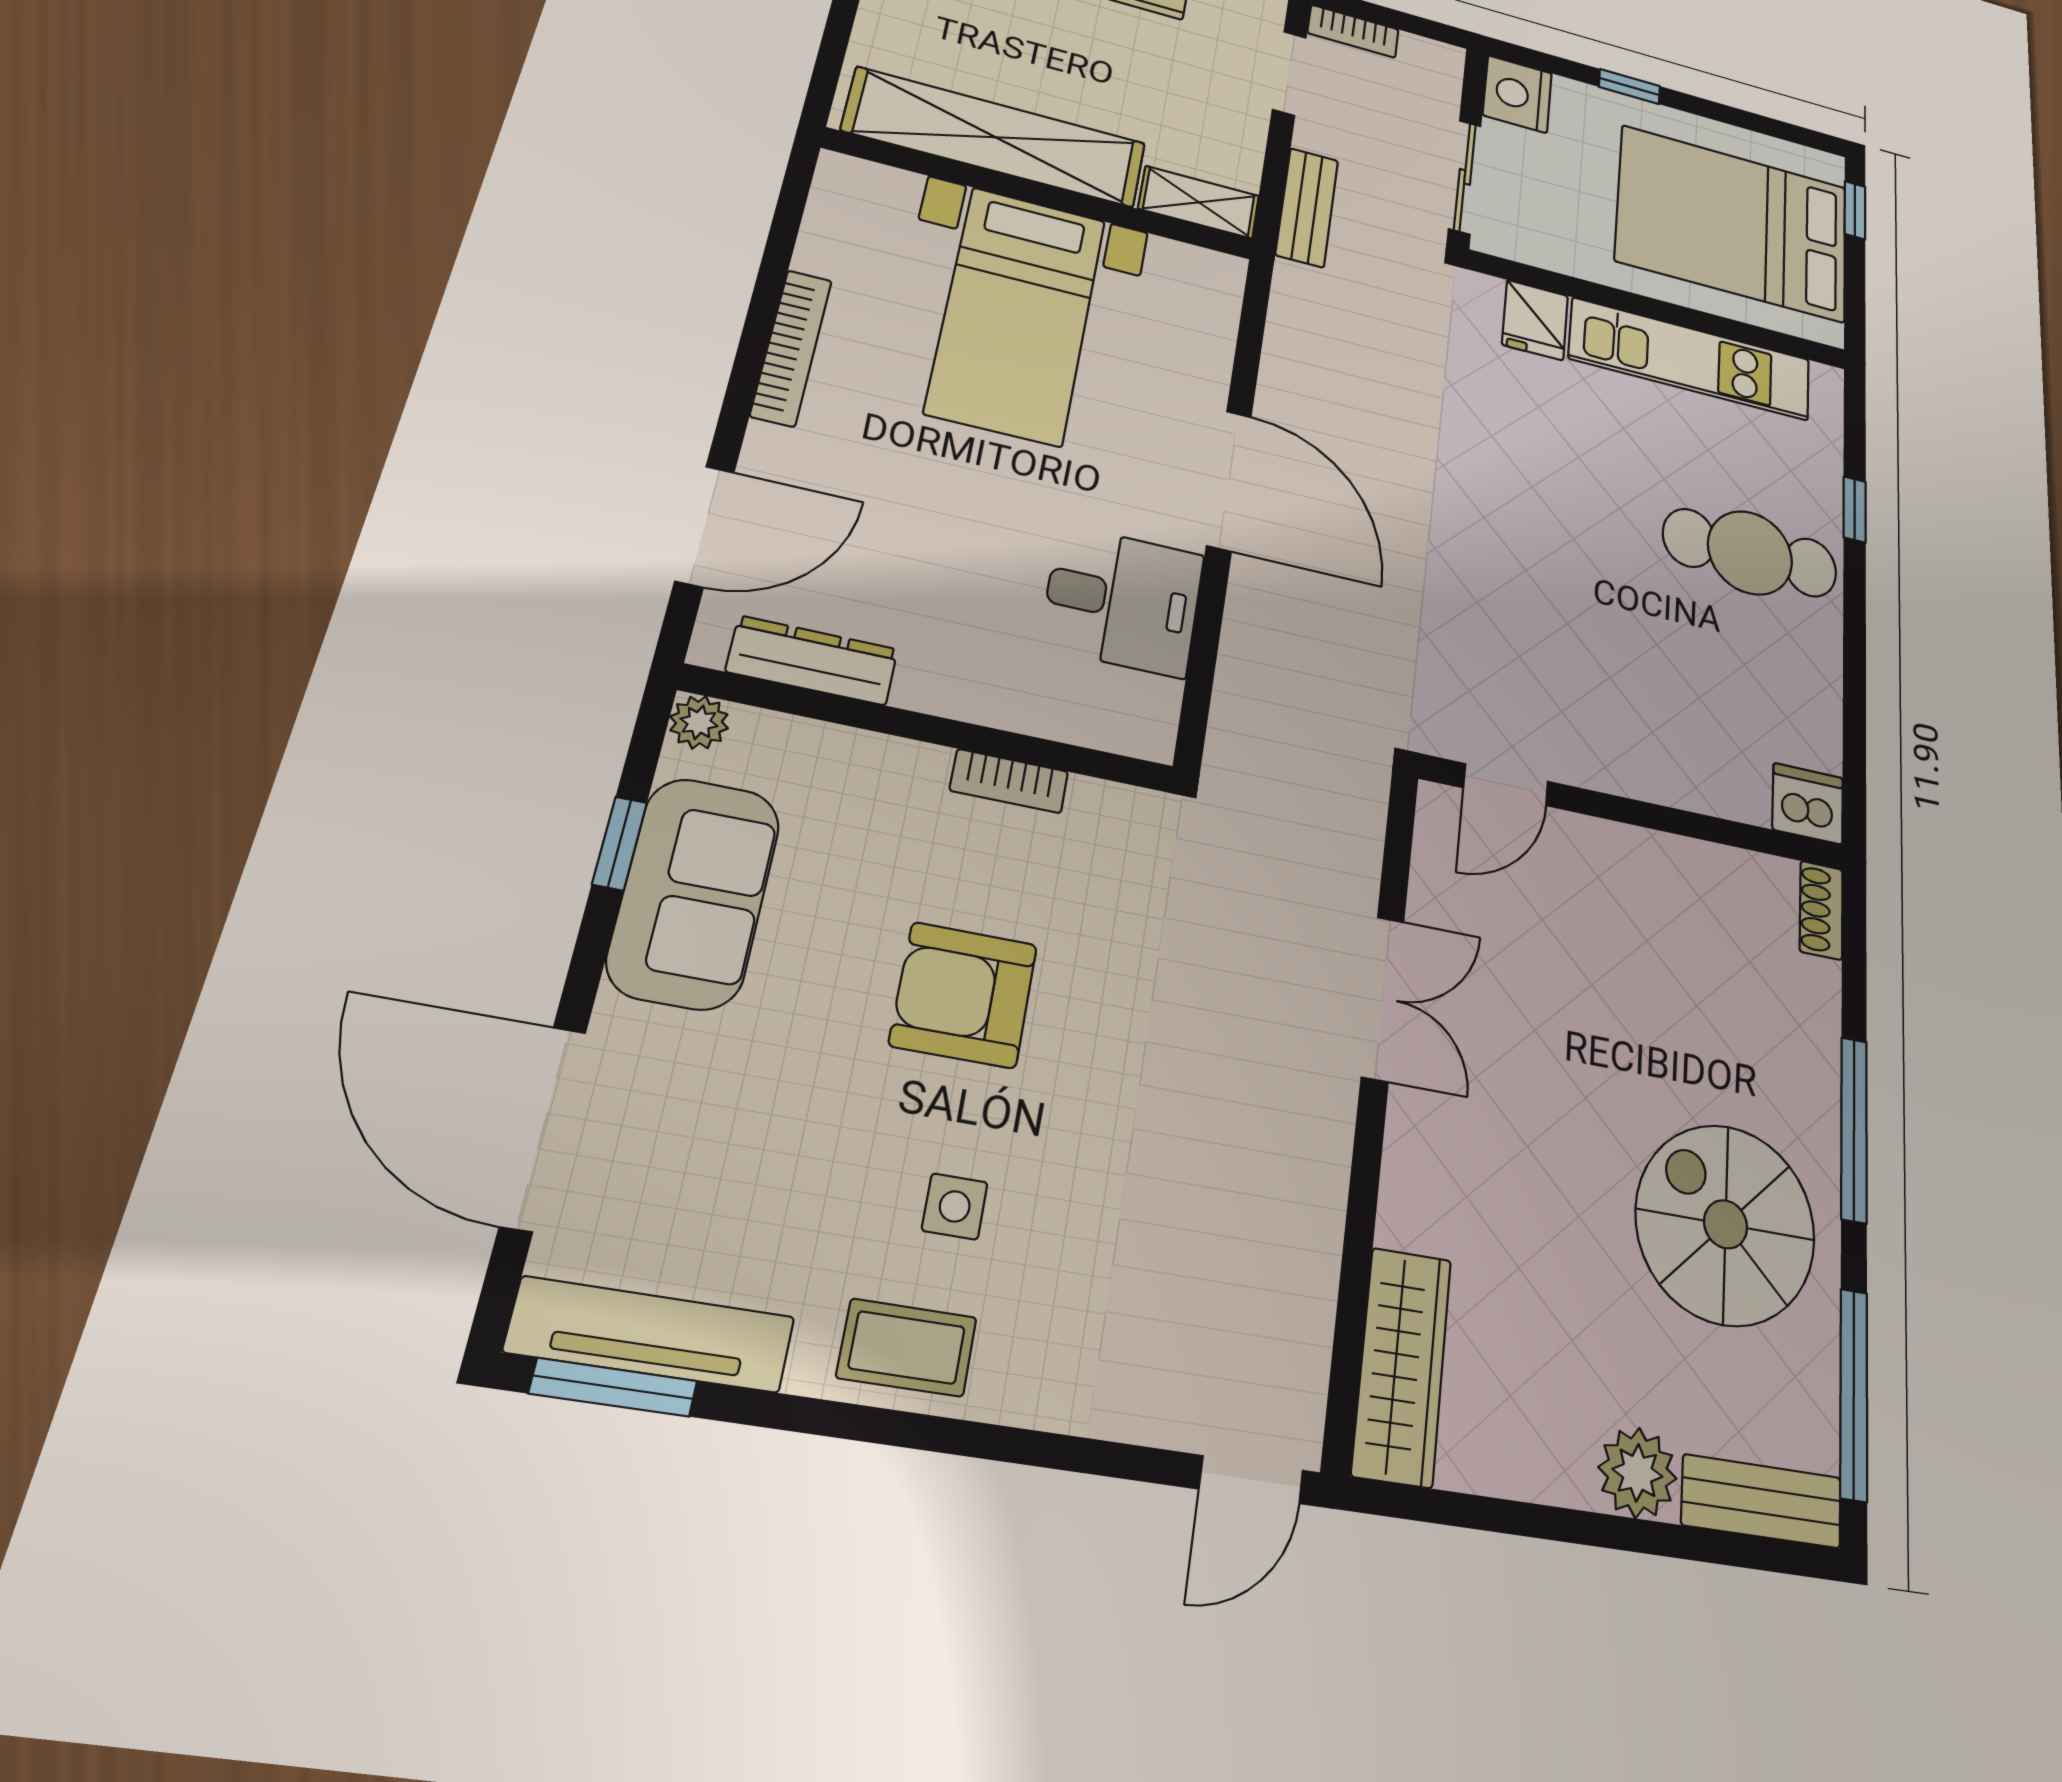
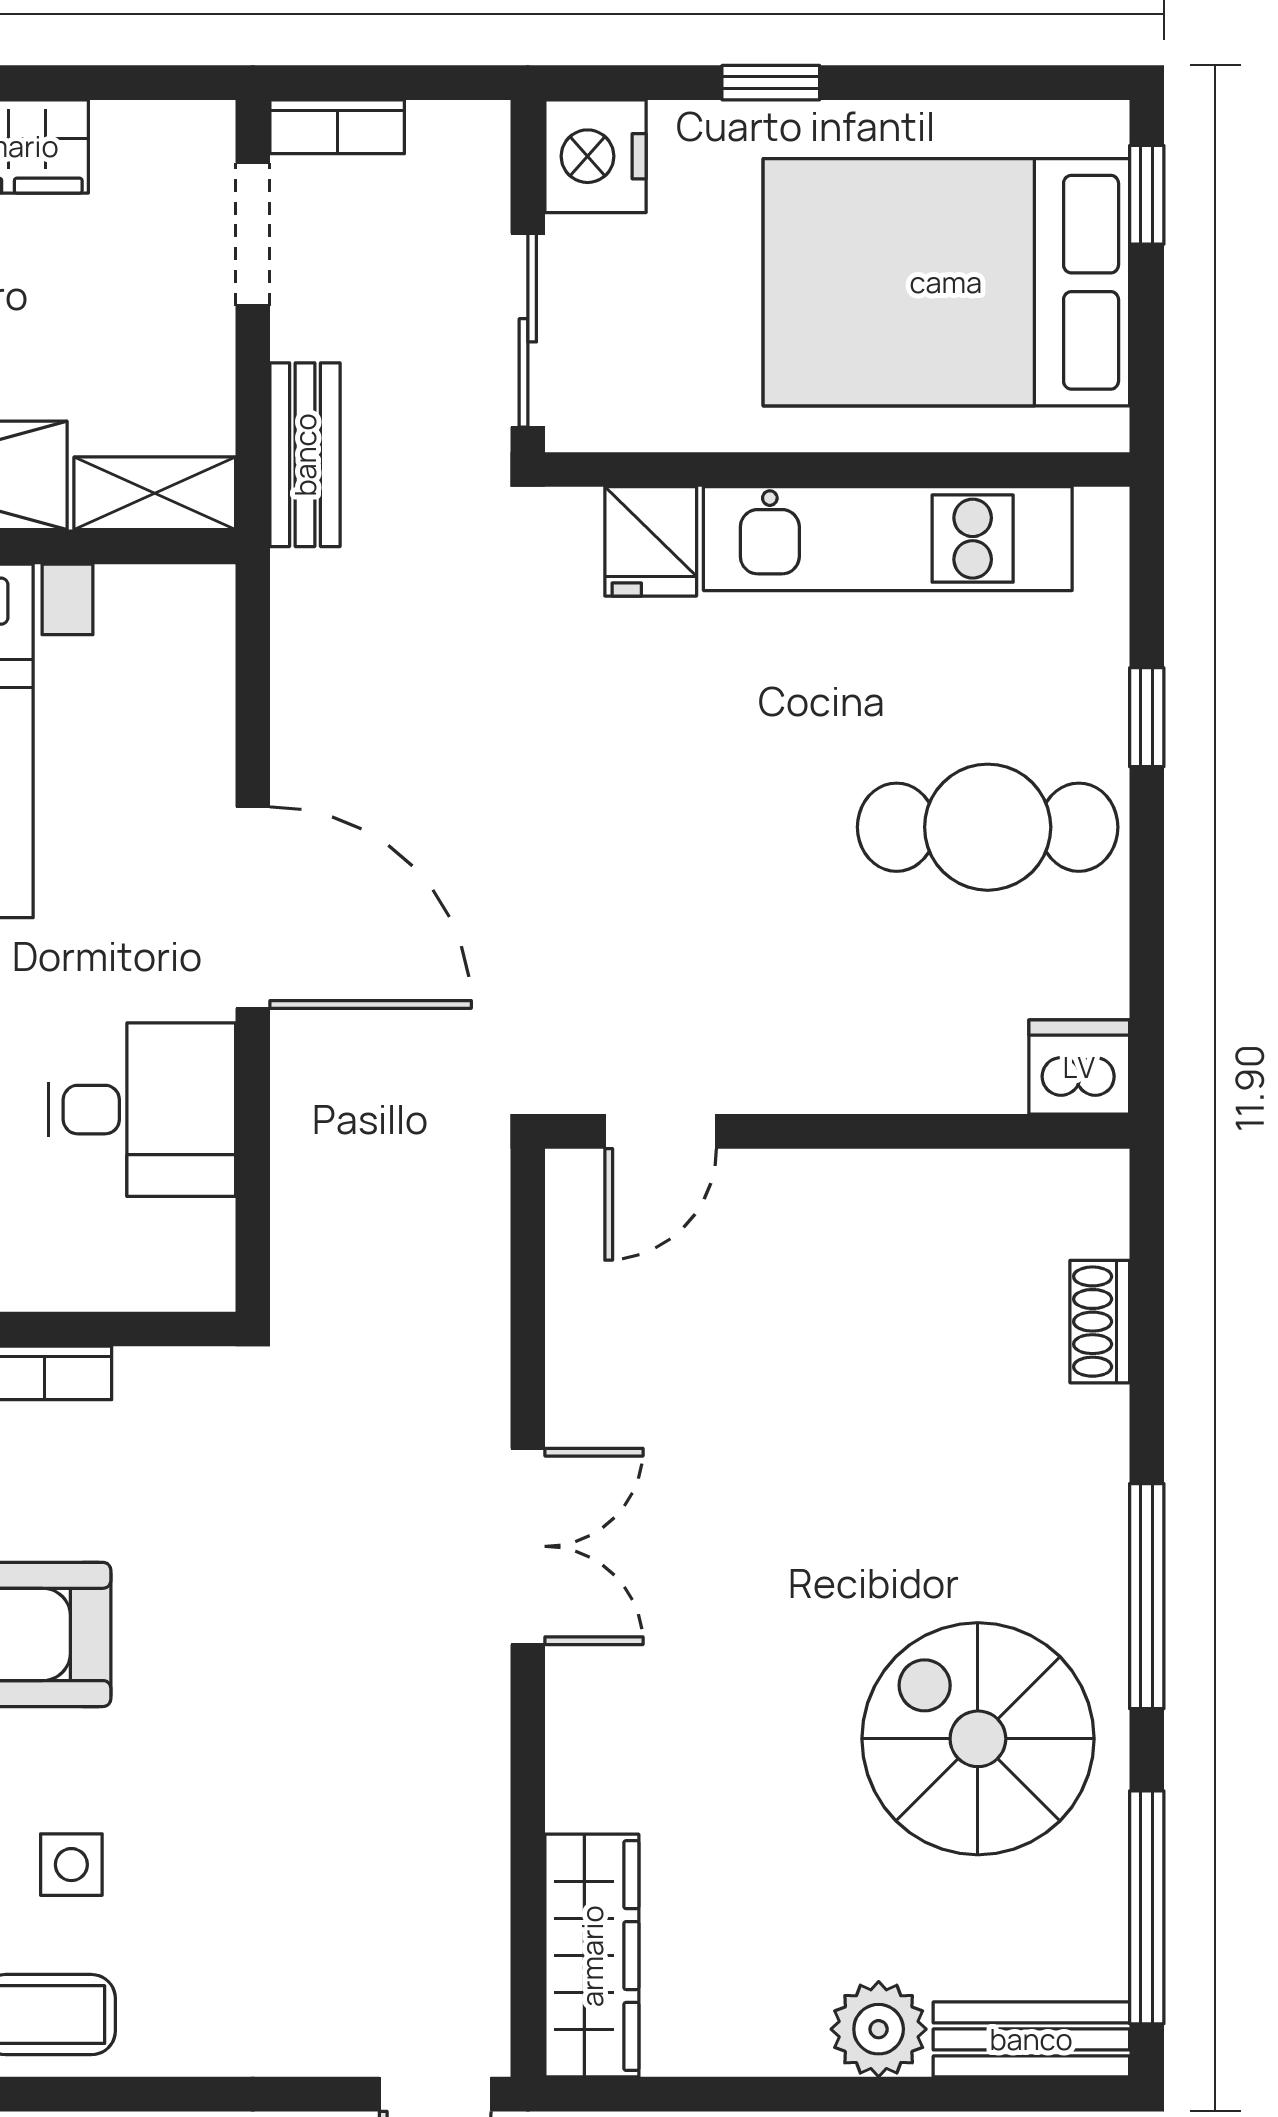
door: (1506, 785) -> (661, 1131), moved
dishwasher: (1808, 804) -> (1079, 1067), moved
wall: (1635, 813) -> (837, 1131), moved

